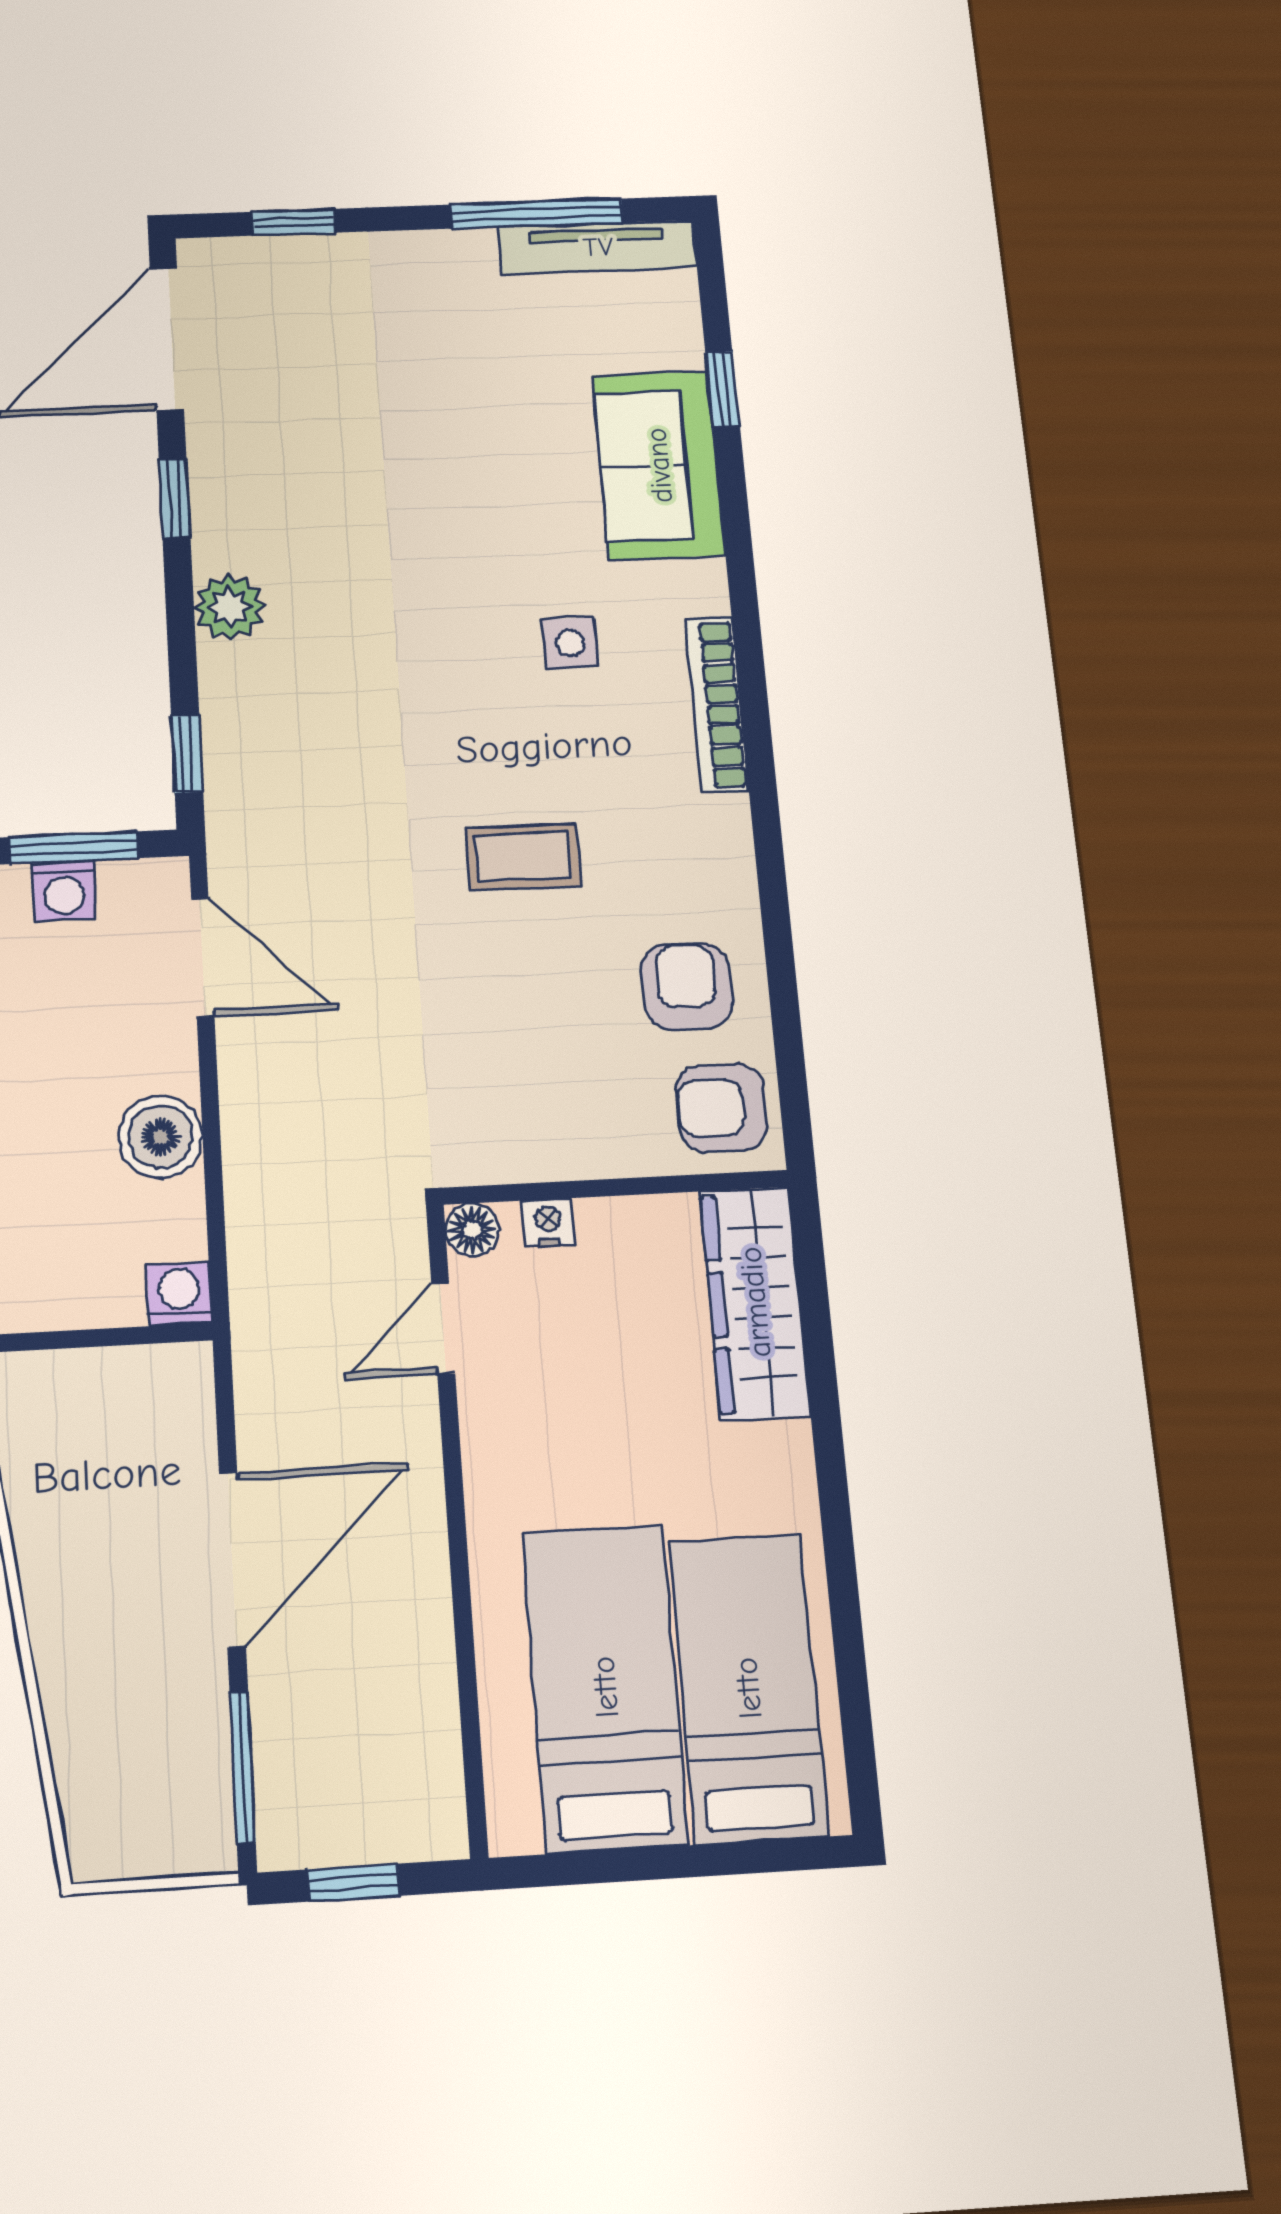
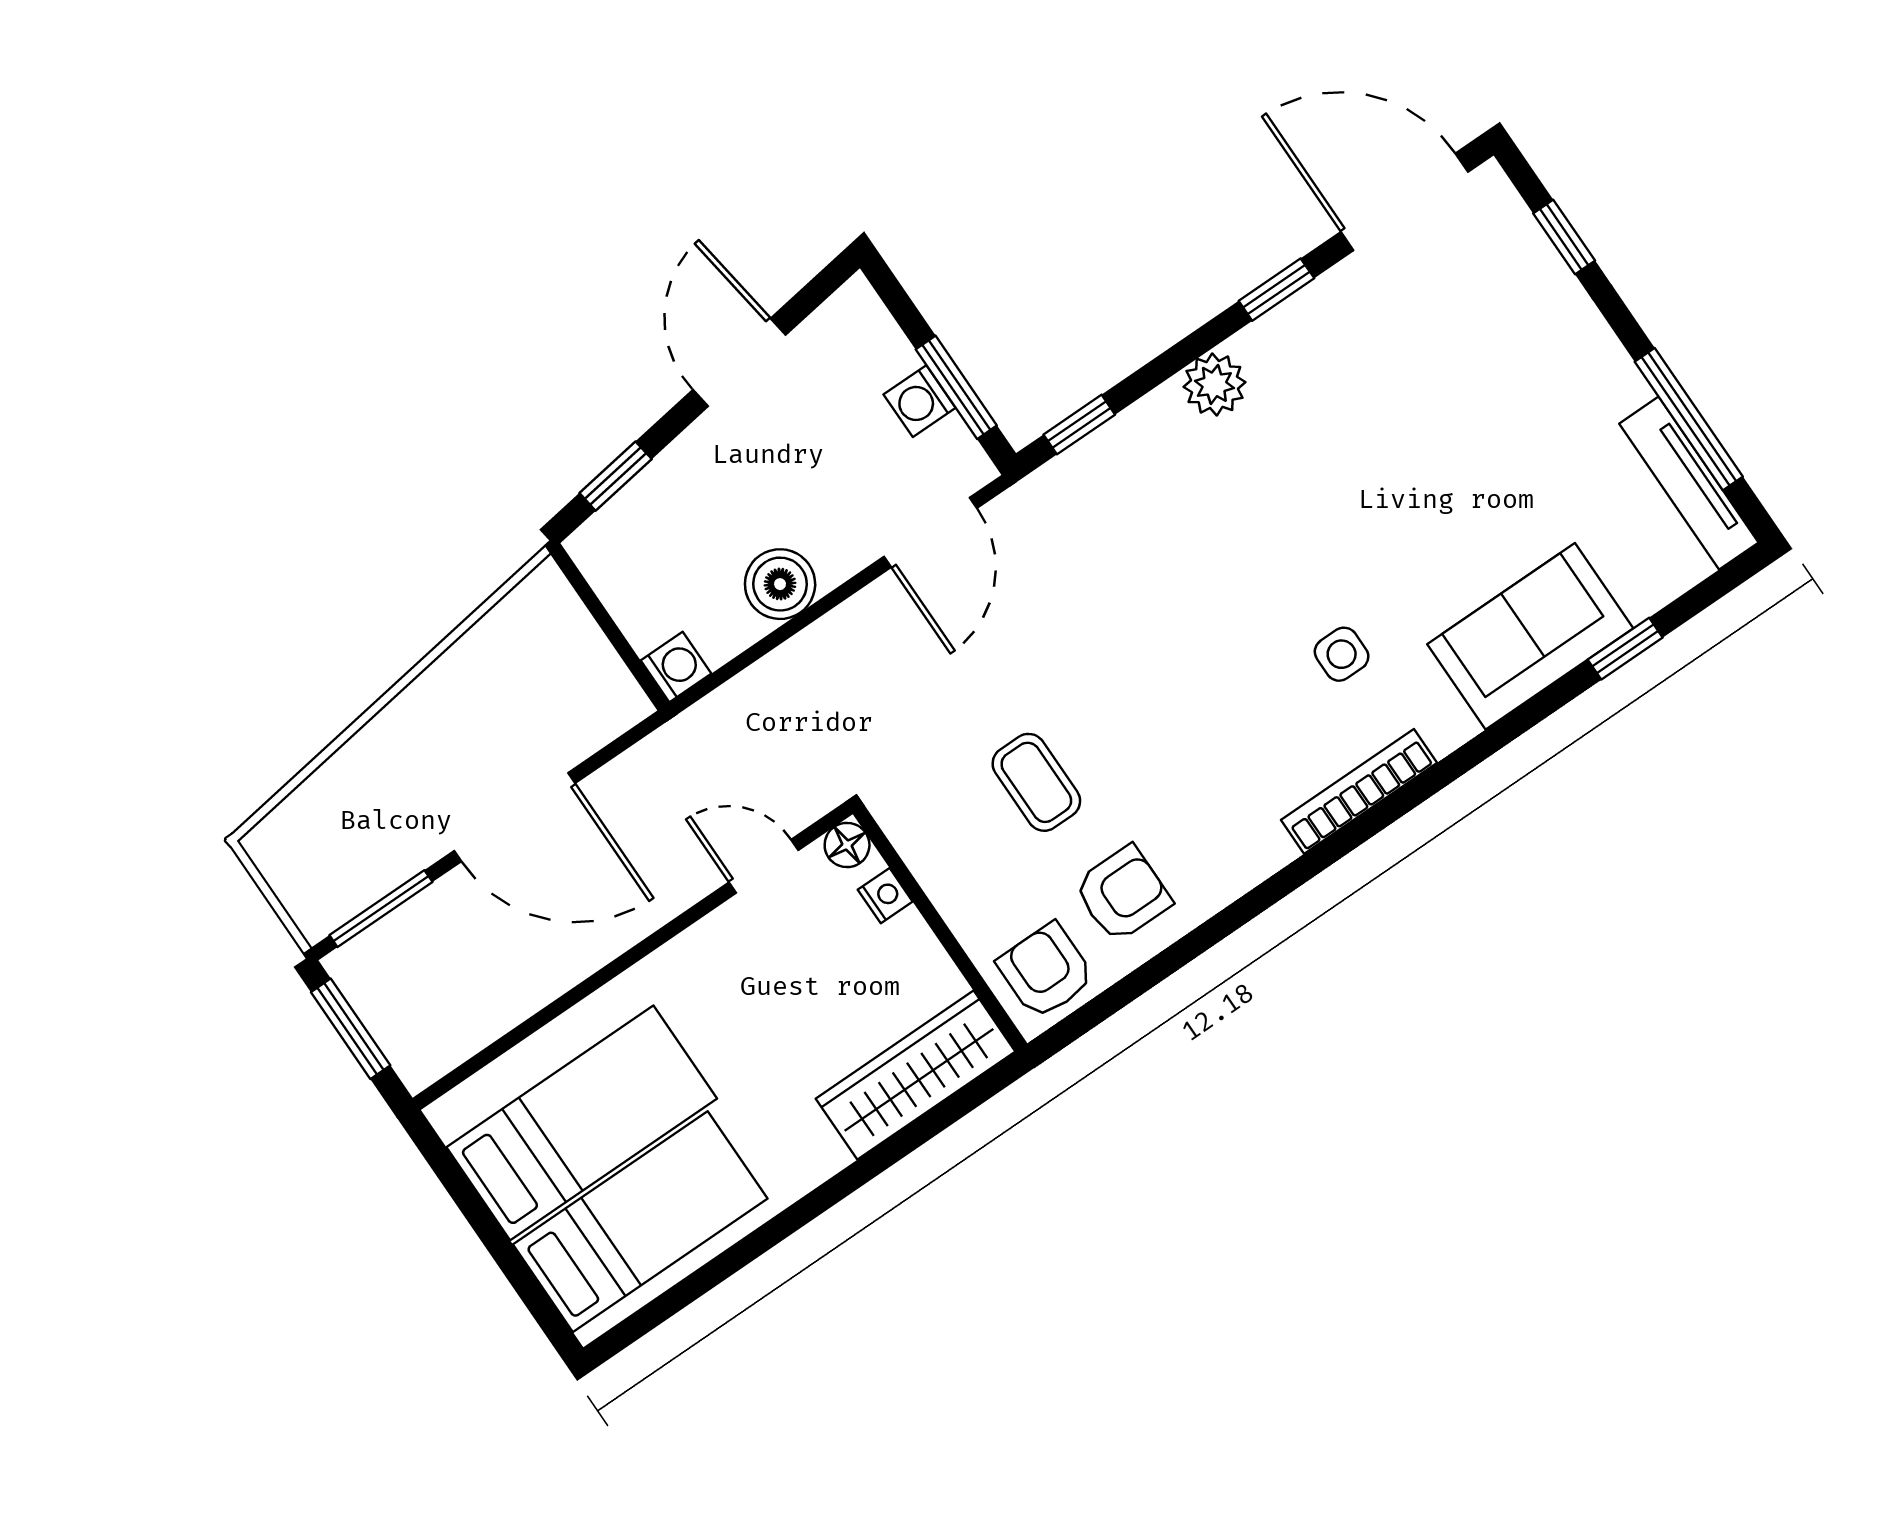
coffee table: (523, 857) -> (1036, 782), moved
window: (354, 1883) -> (351, 1029), width x1.50

